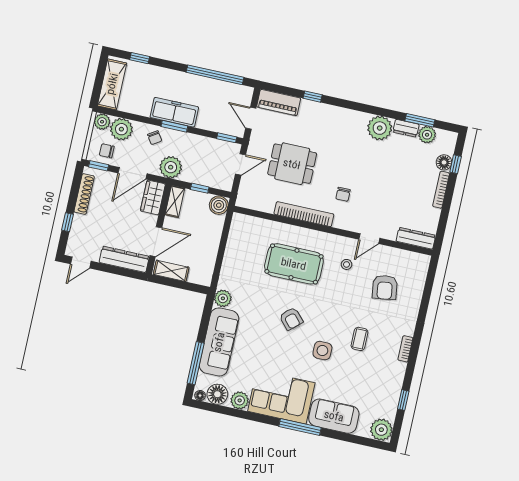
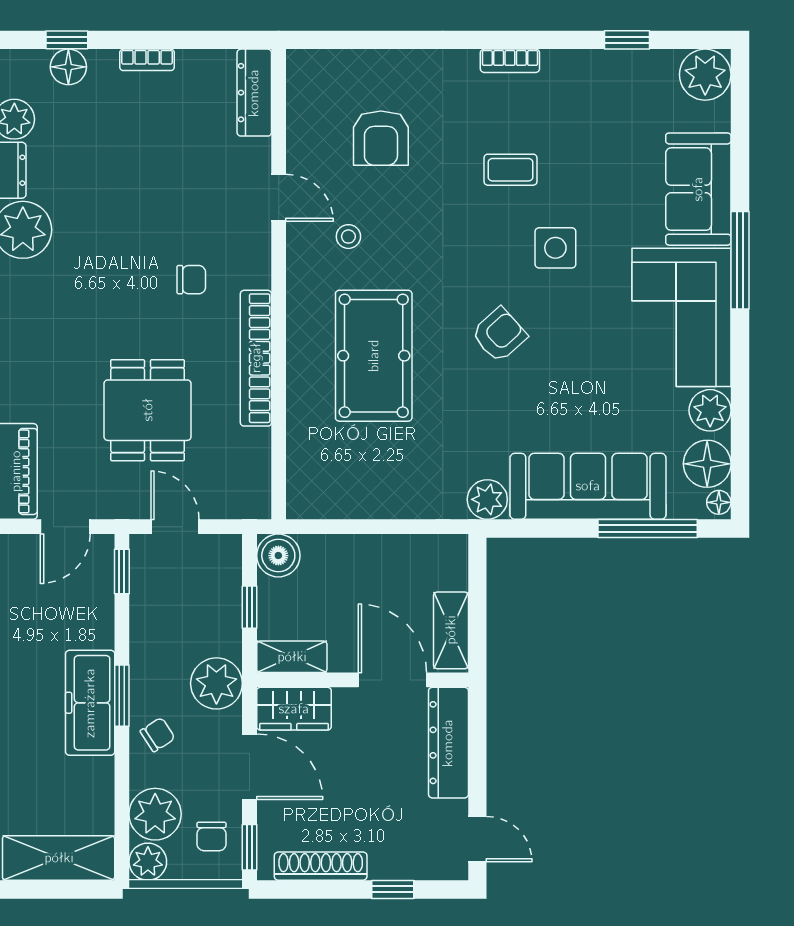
bookcase: (441, 190) -> (147, 60), width x0.64
armchair: (385, 287) -> (381, 138), turned 98

